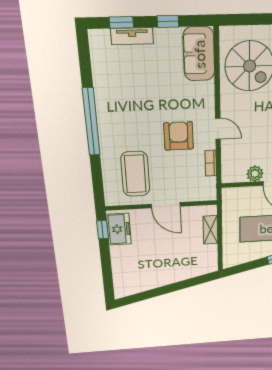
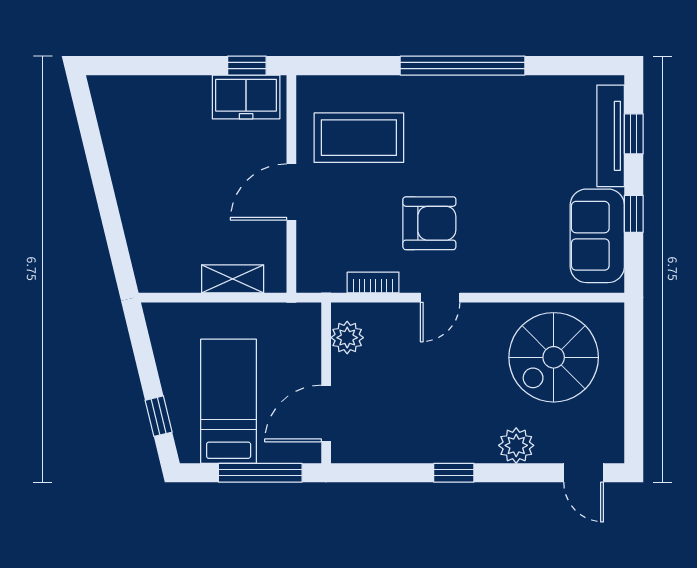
tv unit: (132, 36) -> (611, 136), width x1.41
sofa: (199, 54) -> (597, 236), moved, turned -90
plant: (255, 174) -> (347, 338), moved

